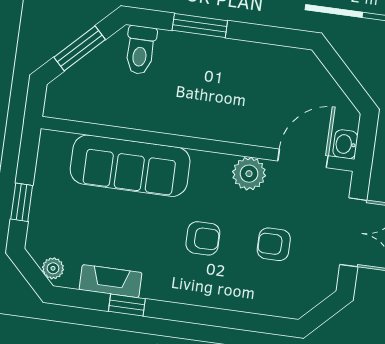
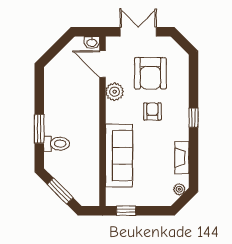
toilet: (140, 50) -> (57, 144), moved
window: (22, 202) -> (126, 211), moved
armchair: (274, 244) -> (150, 73), width x1.88, depth x1.88
window: (127, 305) -> (193, 118), moved

